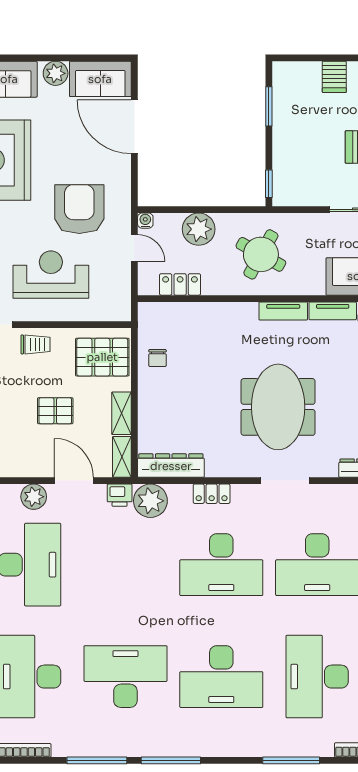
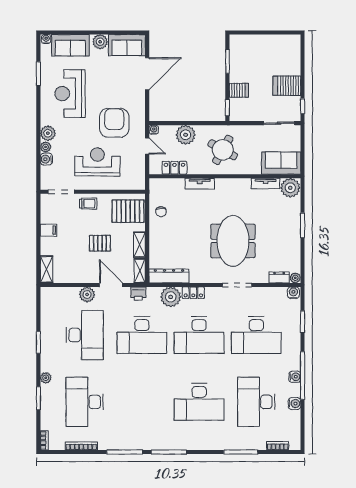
server rack: (334, 77) -> (239, 90), moved, turned -90
door: (134, 127) -> (147, 74), swing flipped
tv unit: (283, 311) -> (200, 184), moved
plant: (150, 501) -> (171, 297), moved
desk: (125, 677) -> (142, 335), moved, turned 180

